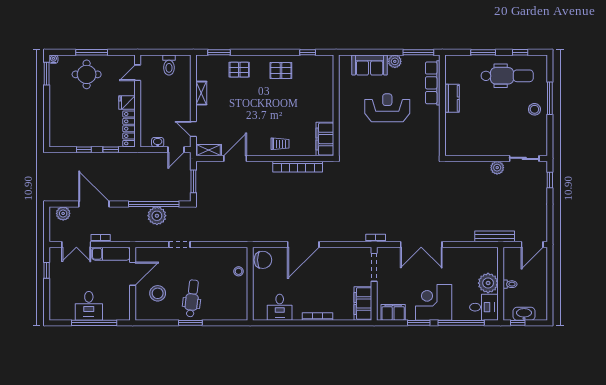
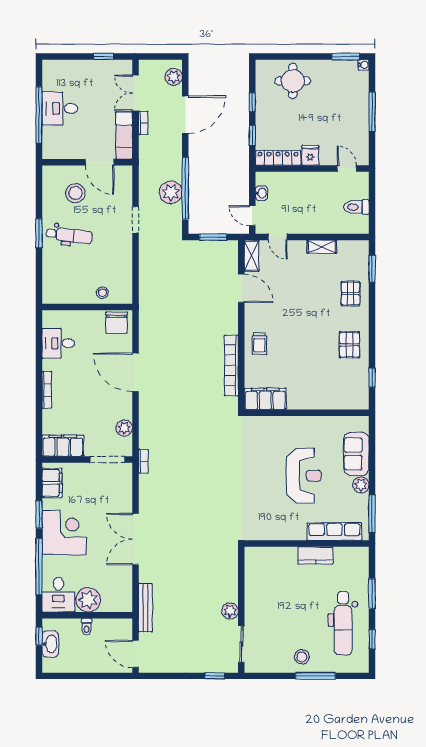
round table: (87, 74) -> (293, 81), moved
door: (193, 129) -> (278, 237), swing flipped
double door: (421, 244) -> (135, 539), moved
plant: (349, 254) -> (124, 428), added

